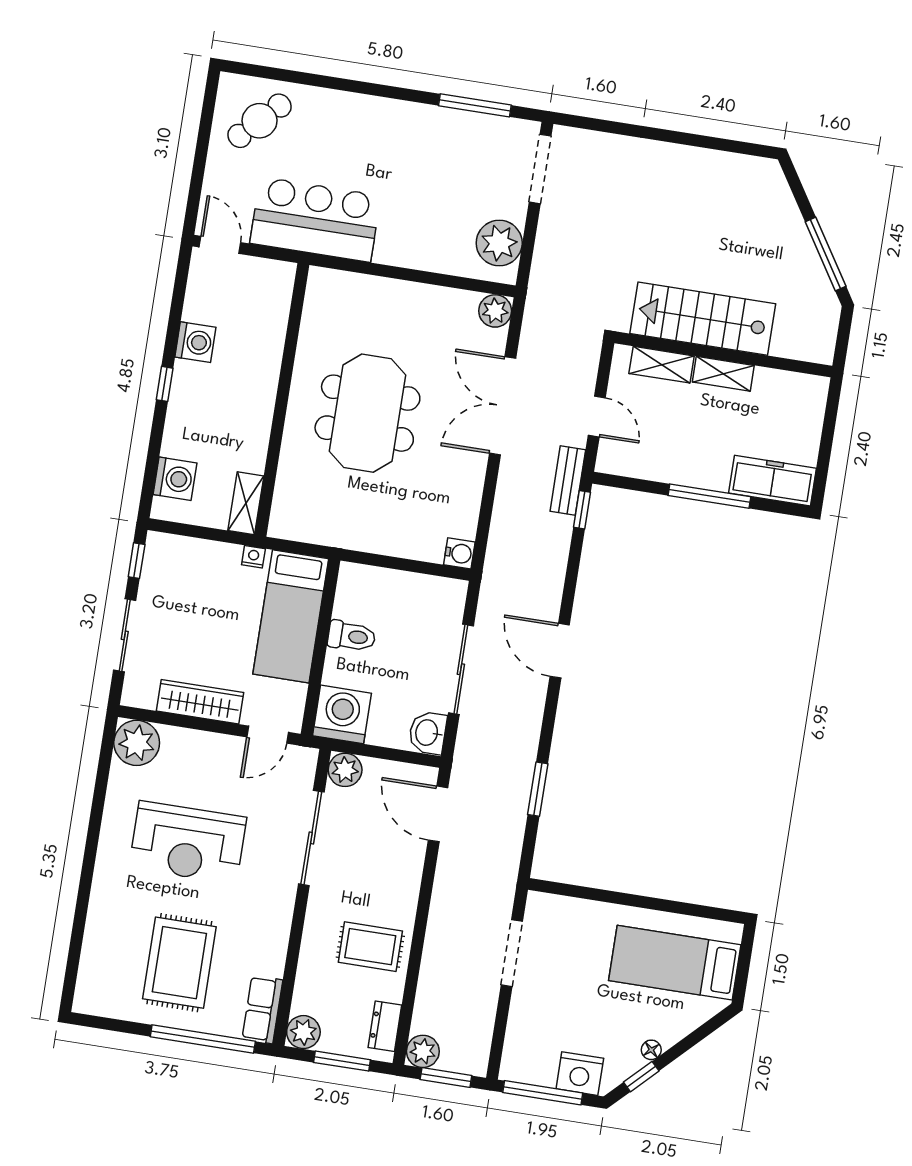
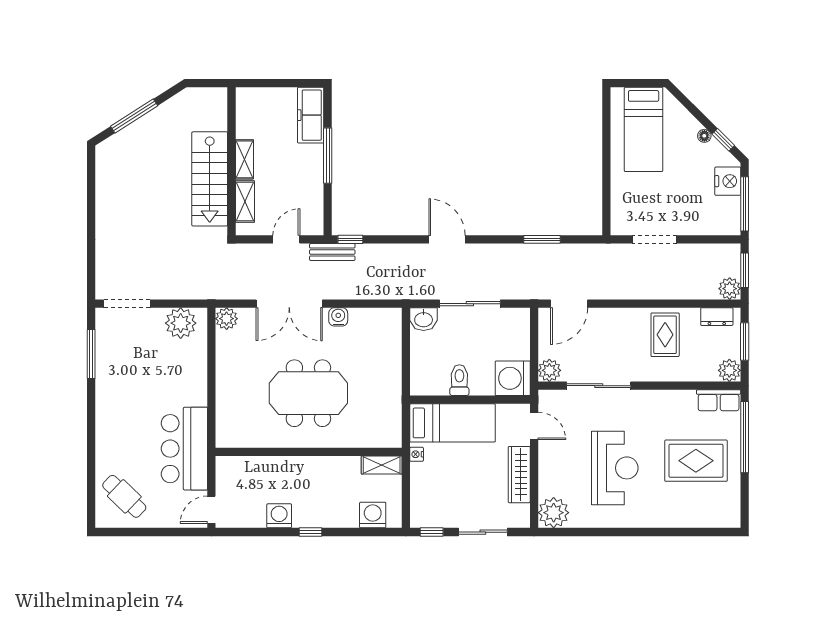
window: (826, 254) -> (134, 116), moved
water cooler: (459, 553) -> (338, 317), moved
door: (560, 651) -> (447, 239), swing flipped
washbasin: (428, 733) -> (424, 319), moved

